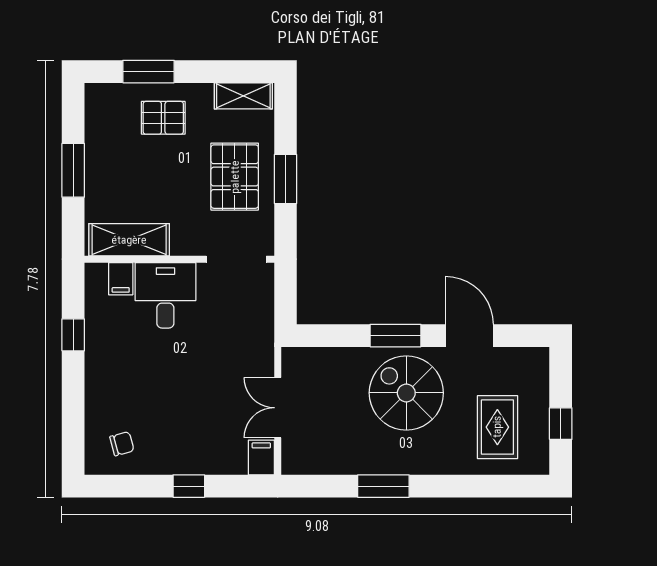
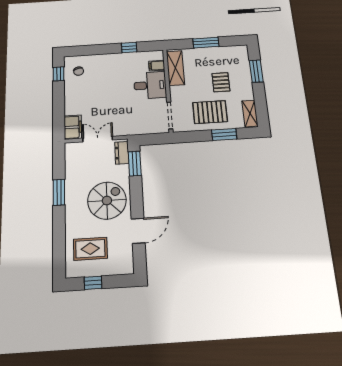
pallet: (163, 118) -> (221, 82), moved
window: (286, 179) -> (224, 134), moved
window: (396, 336) -> (135, 164), moved
dresser: (310, 360) -> (122, 153), added
filing cabinet: (261, 458) -> (73, 127), width x2.00
window: (189, 486) -> (59, 74), moved

